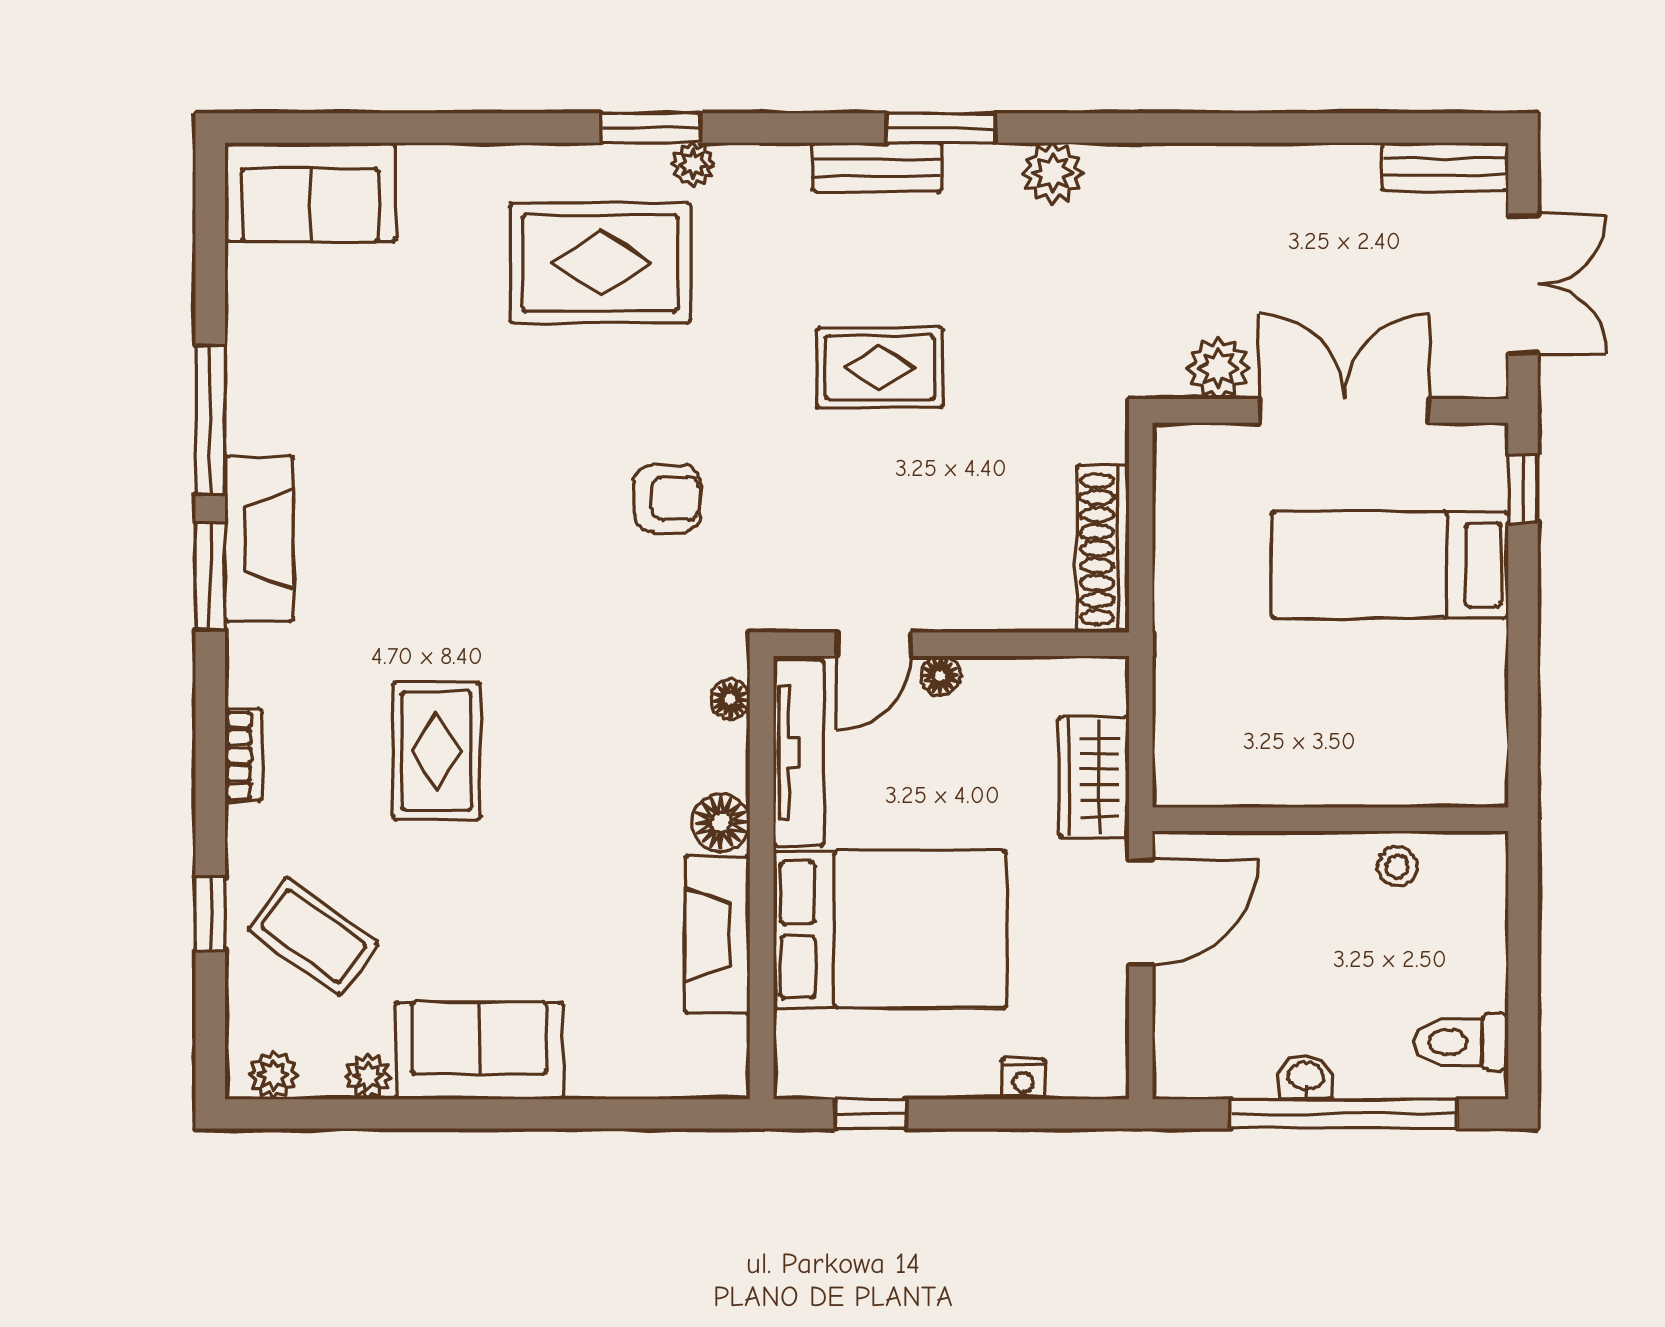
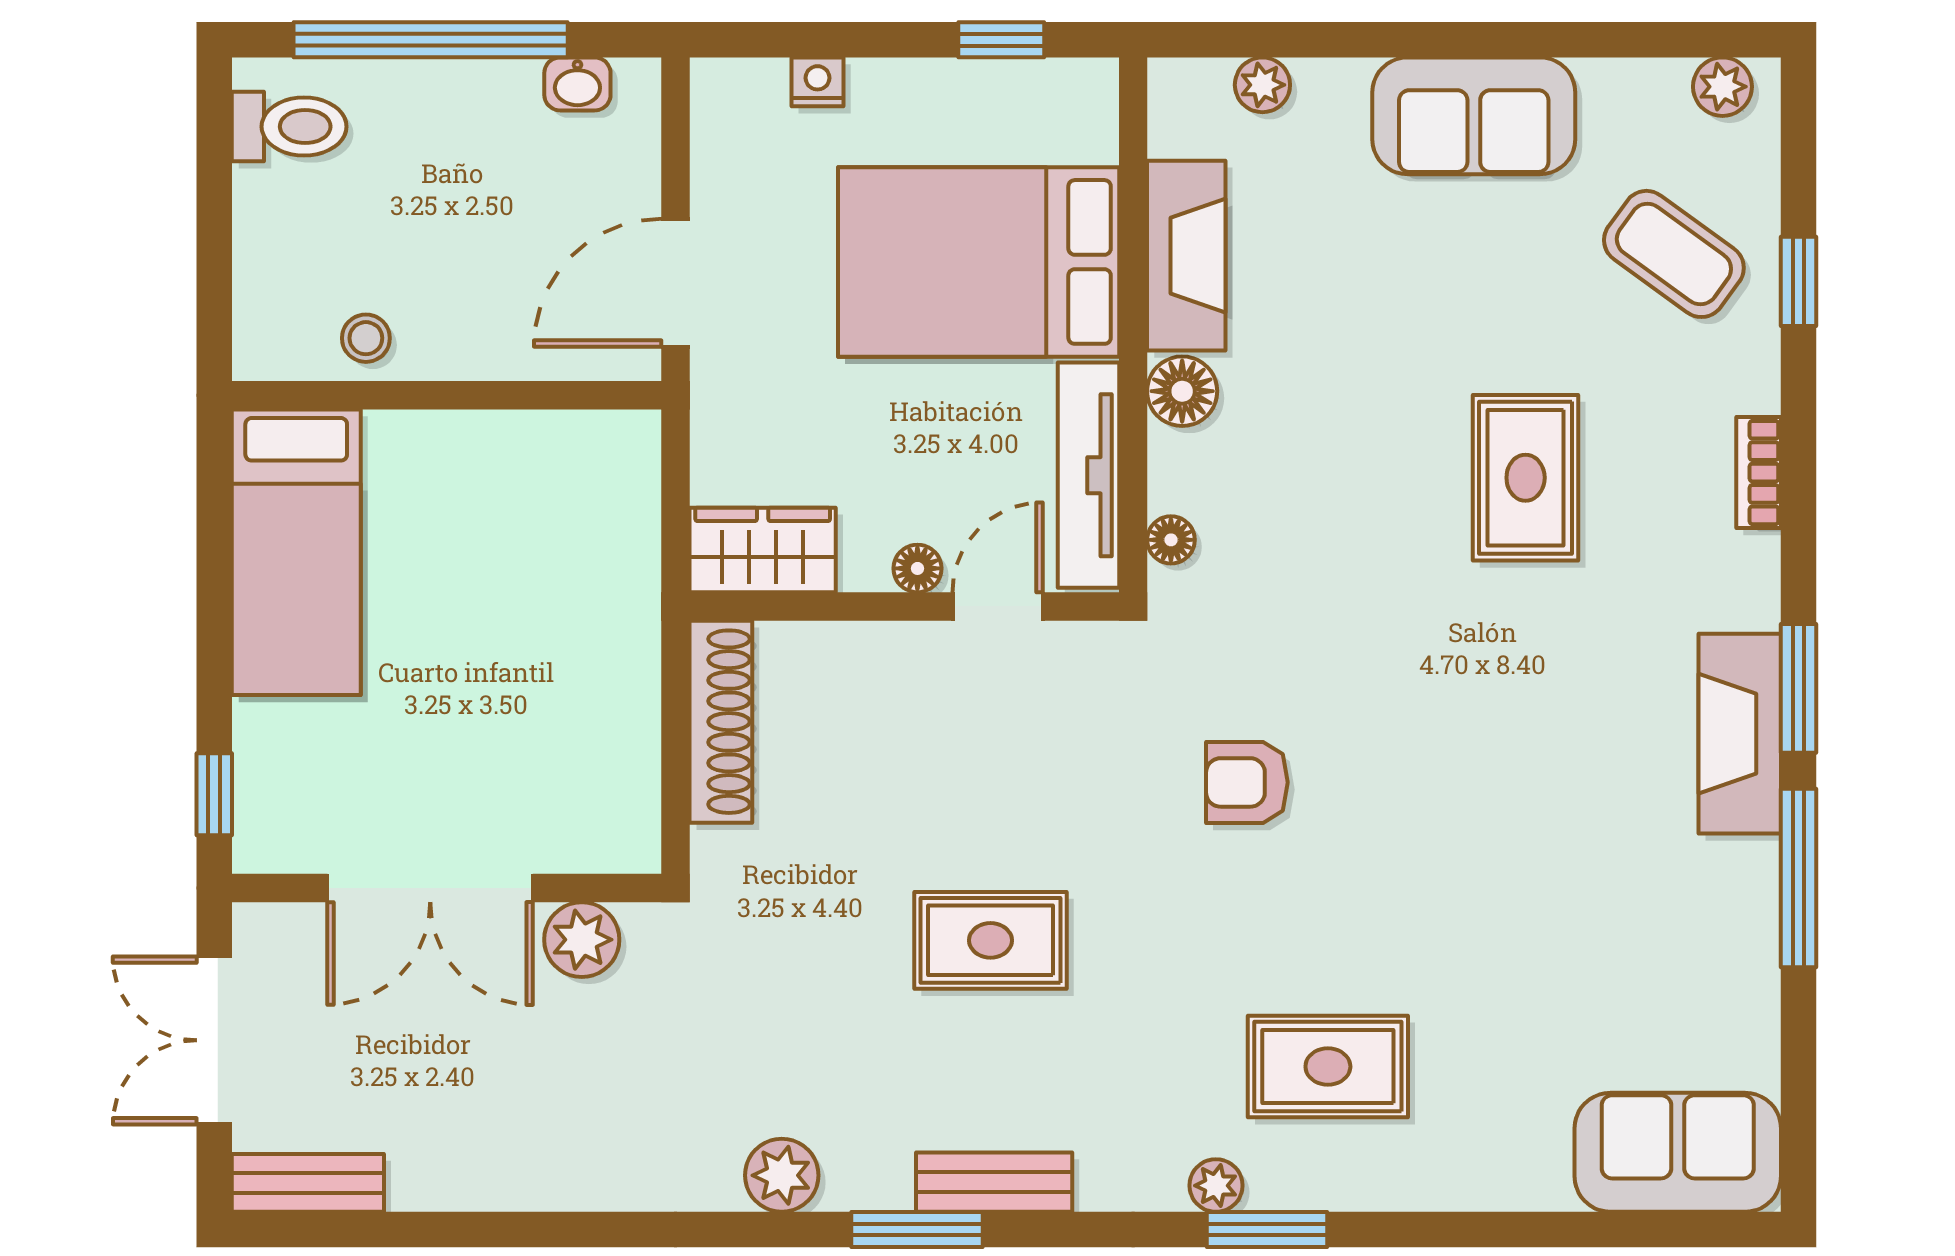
rug: (600, 263) -> (1328, 1067), width x0.73, depth x0.70
bed: (1390, 565) -> (296, 552), moved, turned 90
wardrobe: (1094, 777) -> (763, 550), moved, turned -90
plant: (368, 1076) -> (1262, 85), moved
washbasin: (1306, 1077) -> (577, 84), moved

